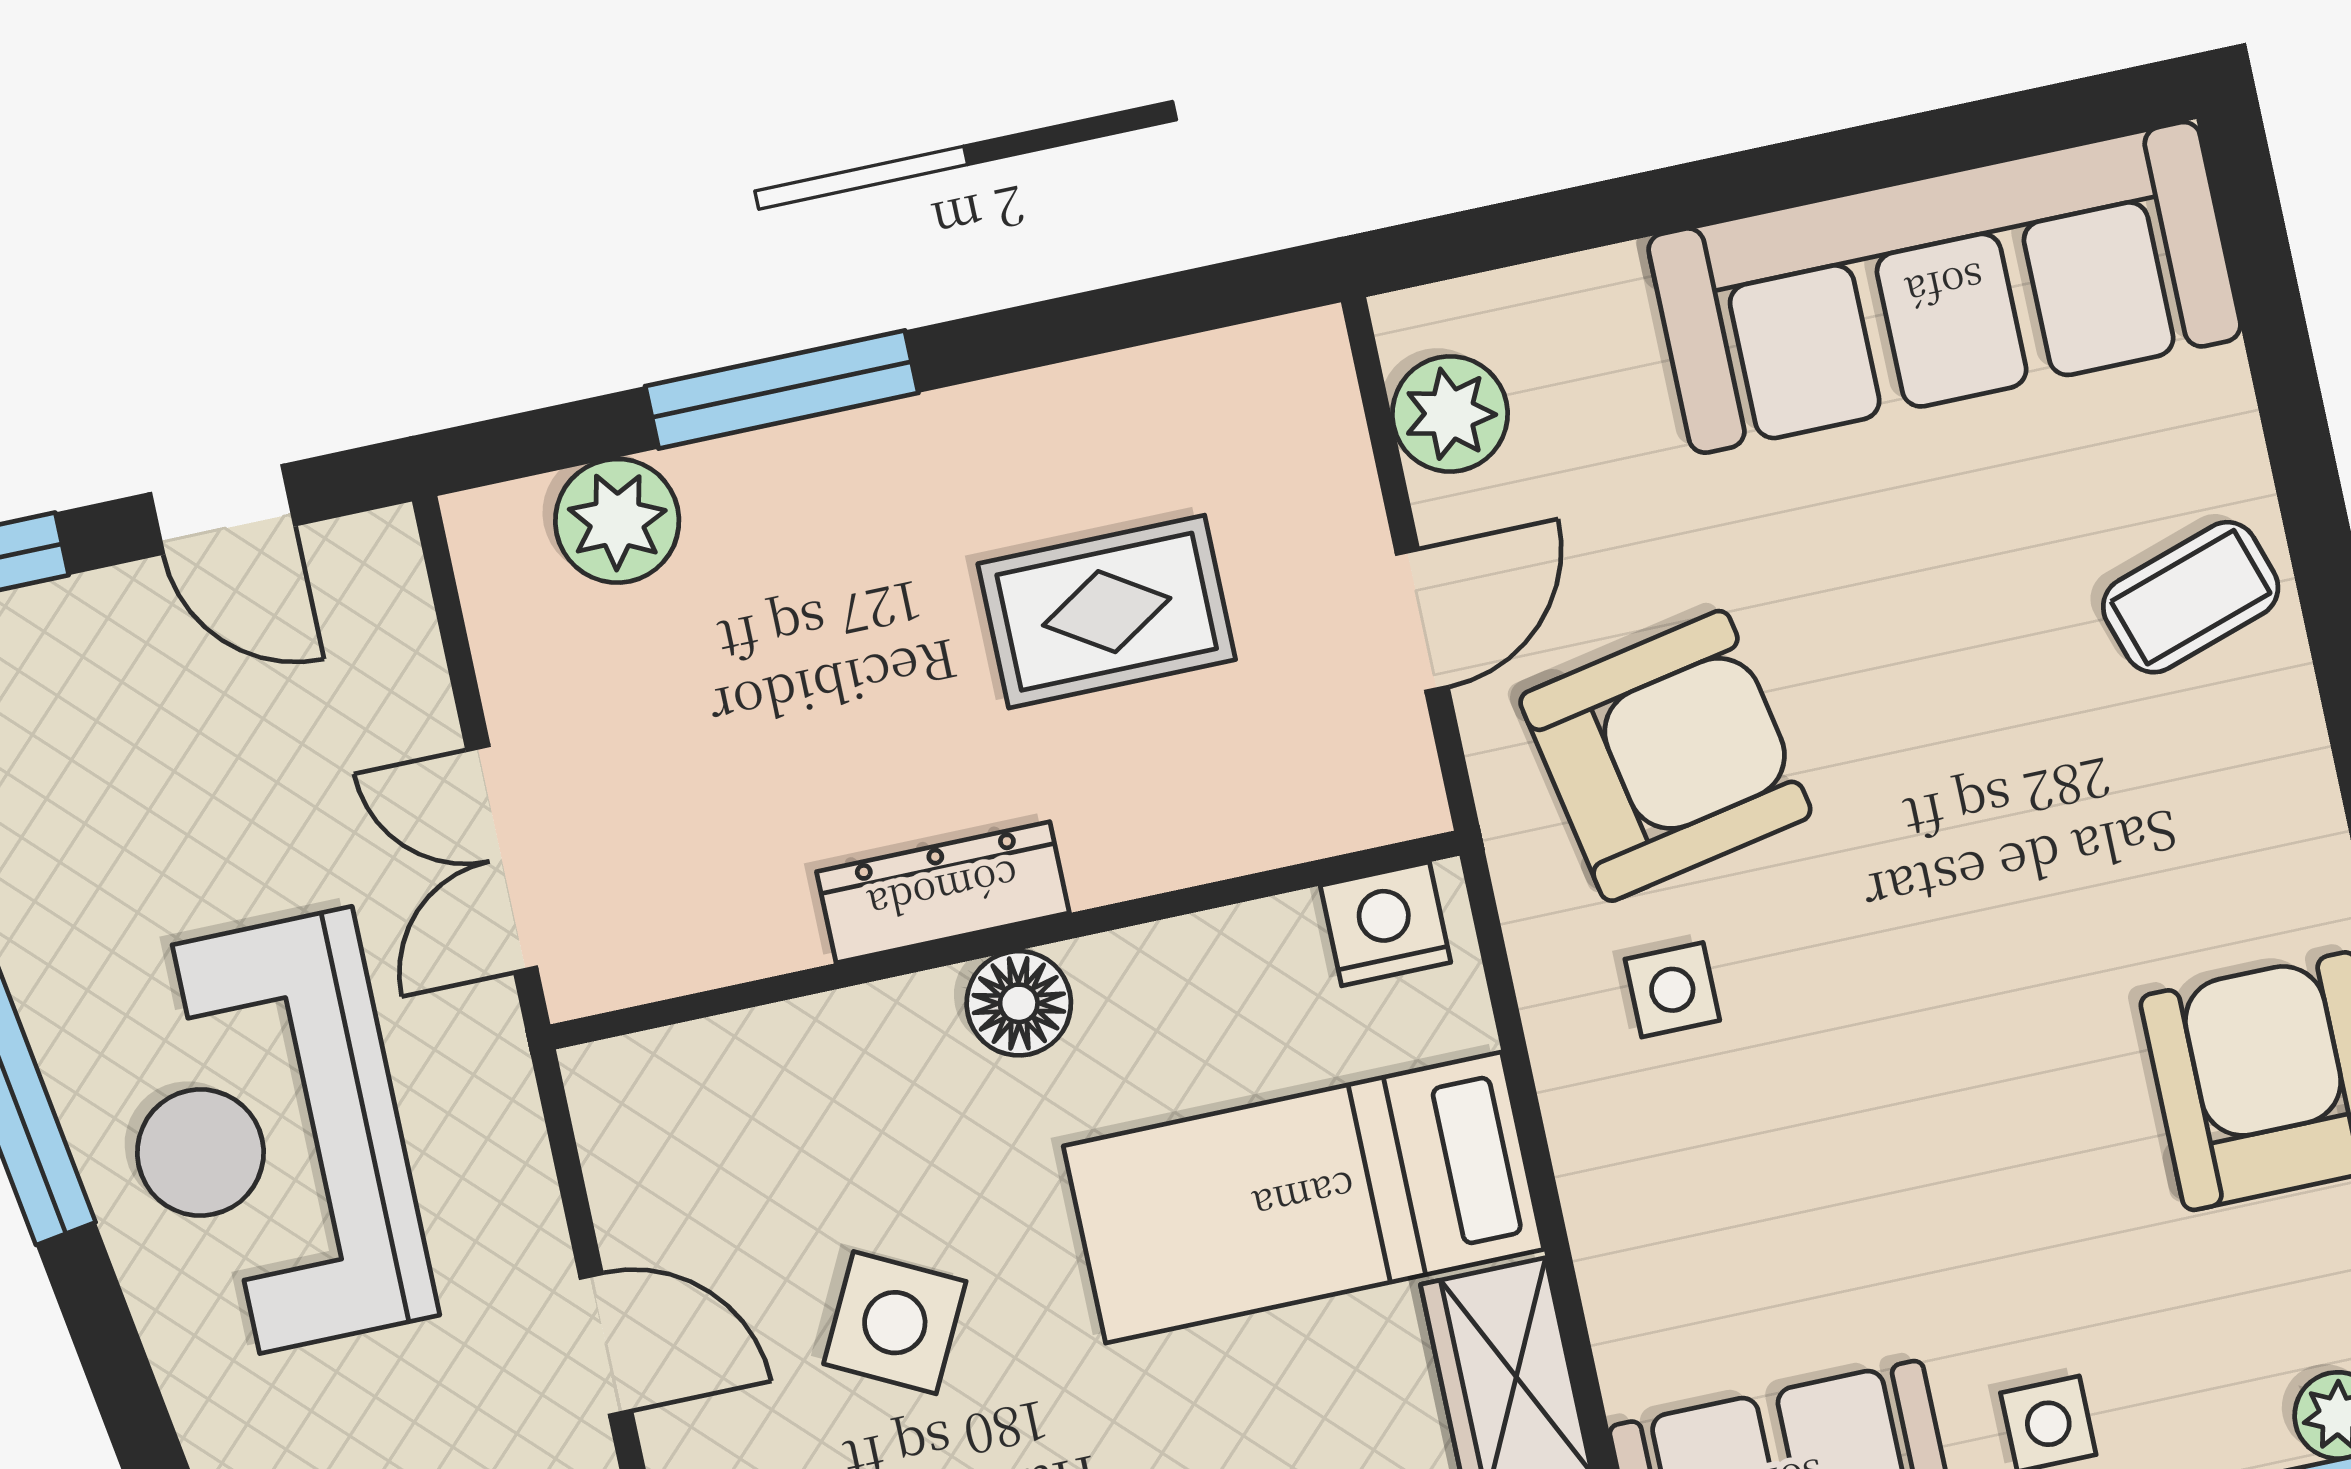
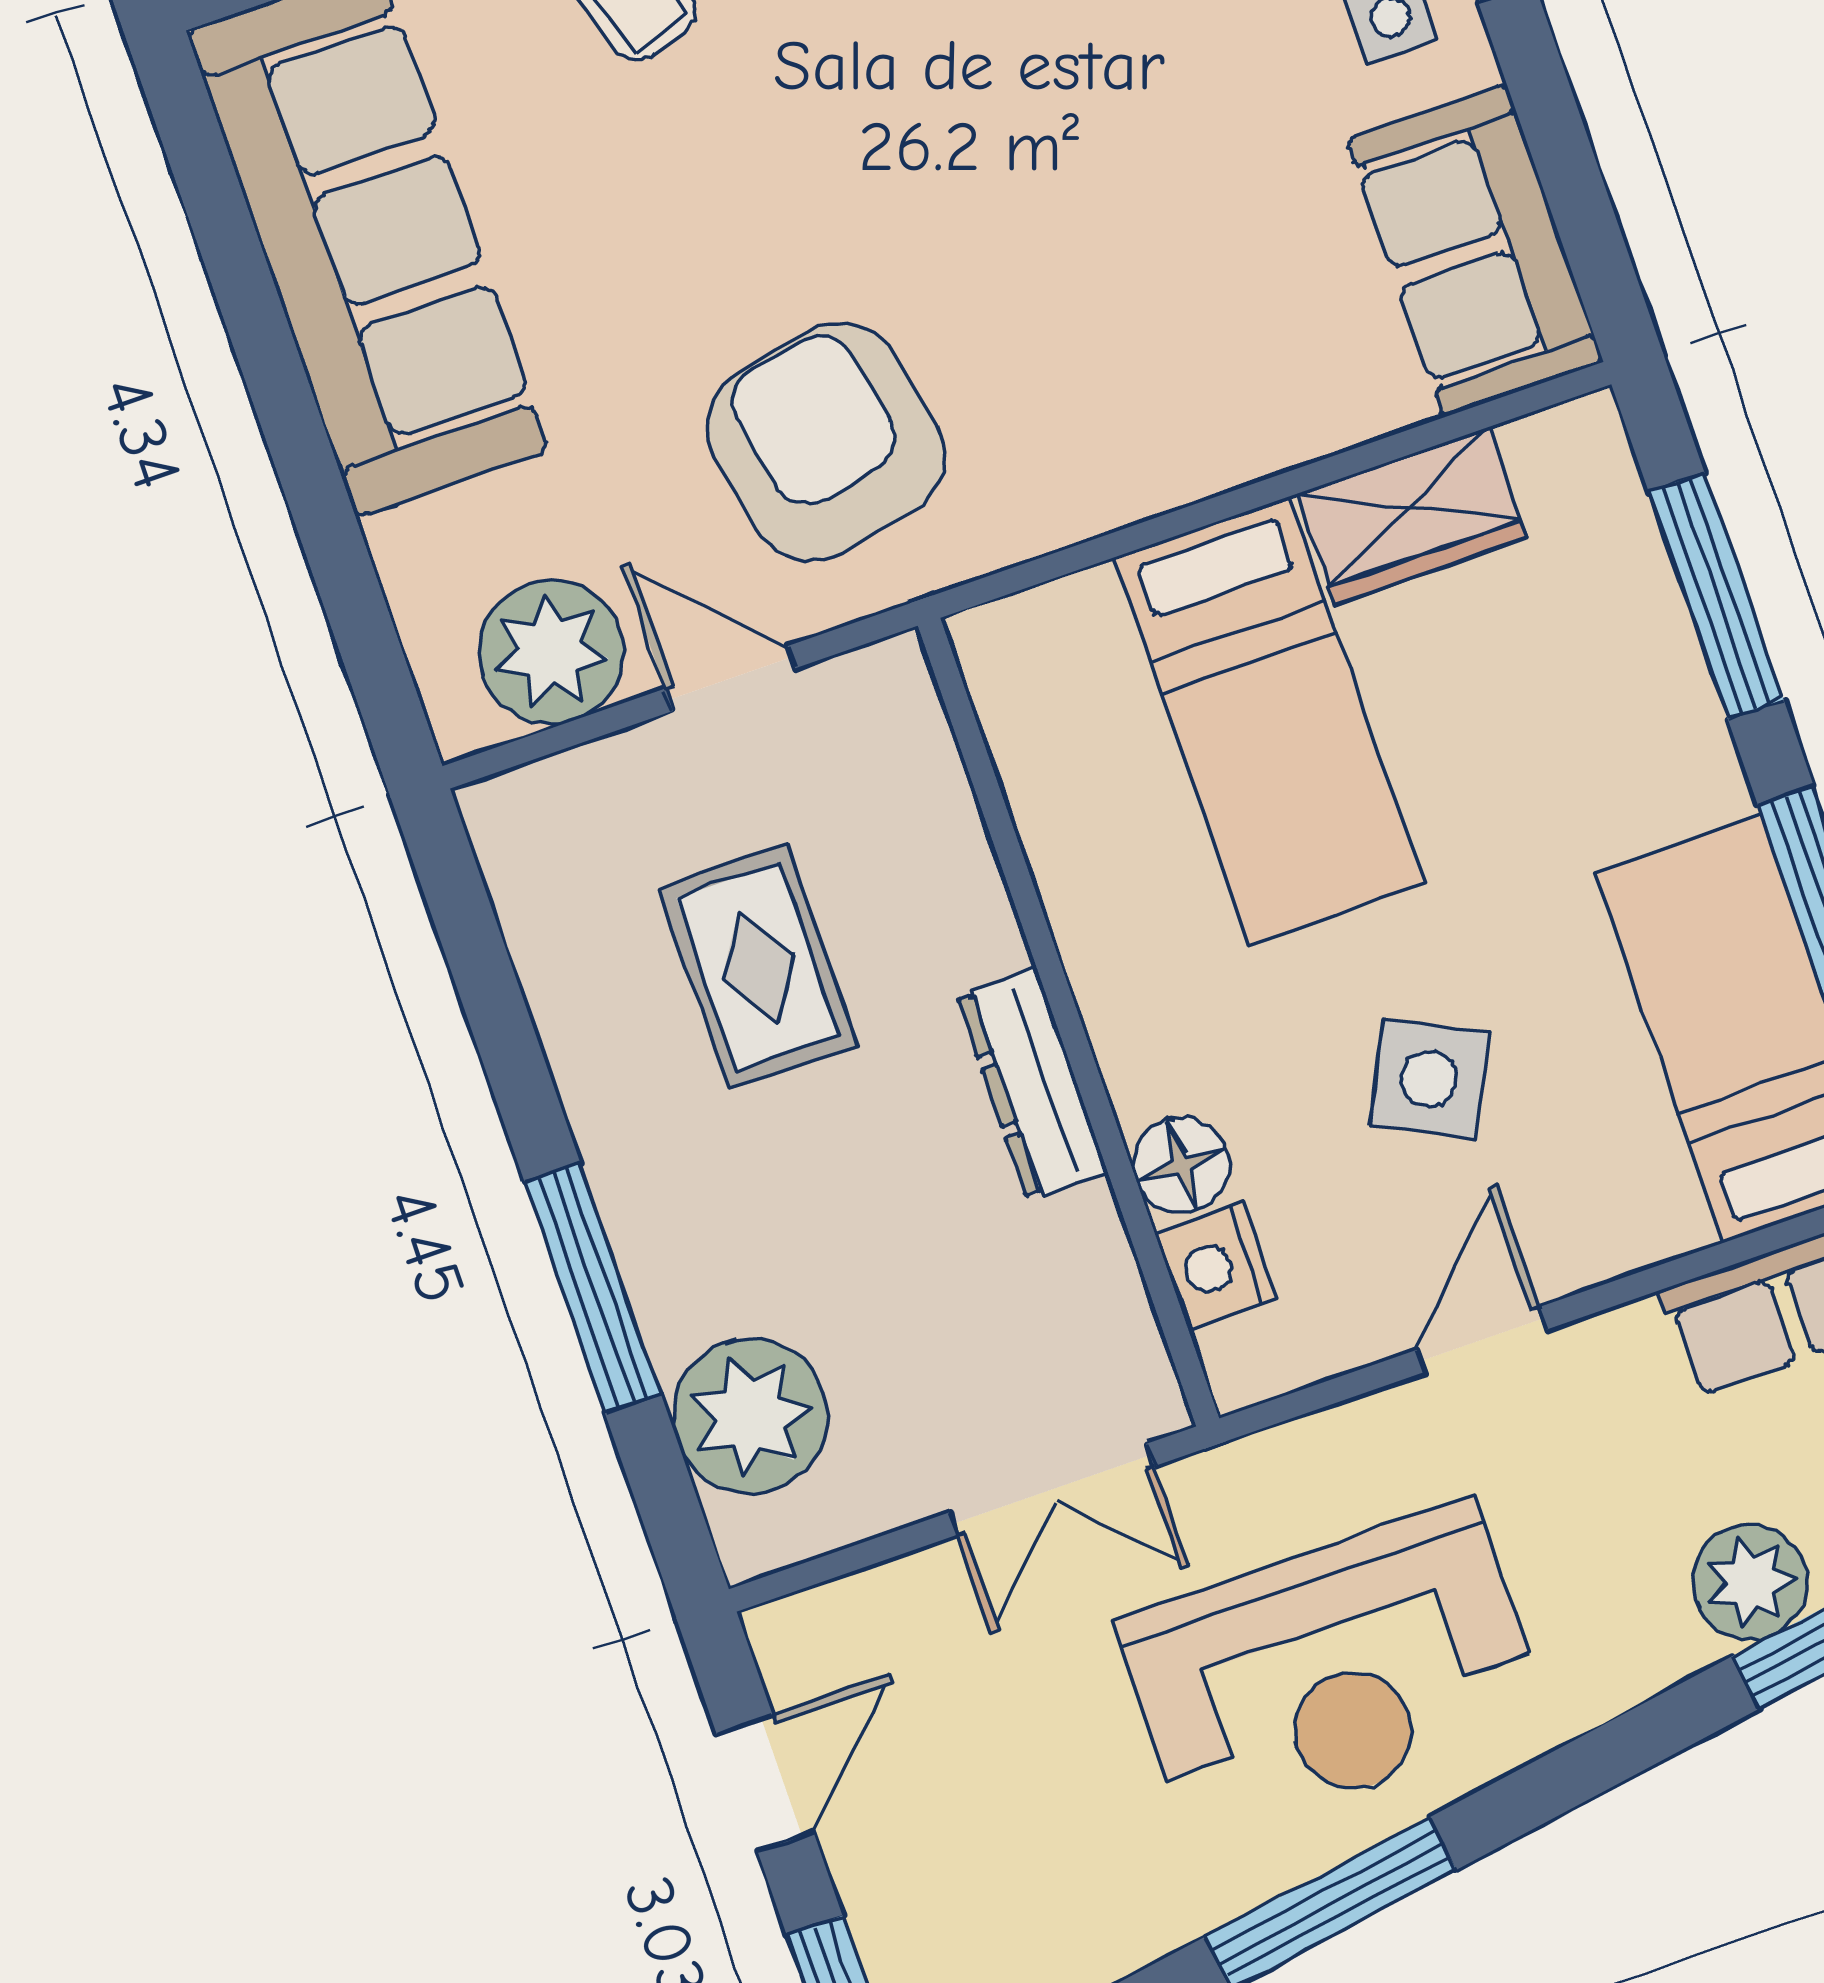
plant: (1450, 414) -> (551, 652), width x1.36, depth x1.36
plant: (617, 521) -> (750, 1416), width x1.36, depth x1.36
nightstand: (1385, 924) -> (1216, 1266), moved
side table: (1672, 990) -> (1038, 409), removed
floor lamp: (1019, 1003) -> (1181, 1165), moved

